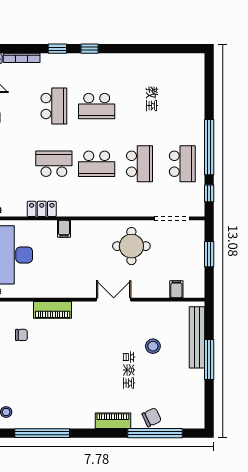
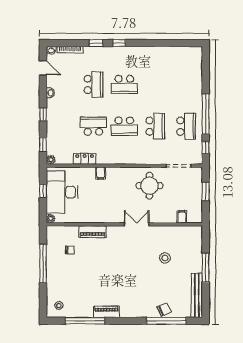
bench: (197, 337) -> (197, 295), moved
piano: (113, 421) -> (106, 312), moved

